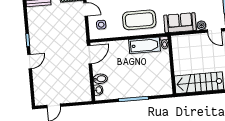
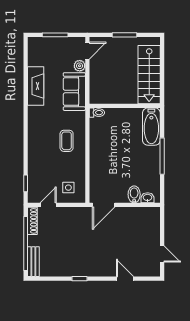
coffee table: (139, 20) -> (67, 141), width x0.54, depth x0.58
bathtub: (145, 45) -> (151, 127), moved, turned 180
door: (90, 55) -> (104, 205), swing flipped
door: (30, 62) -> (125, 279), moved

